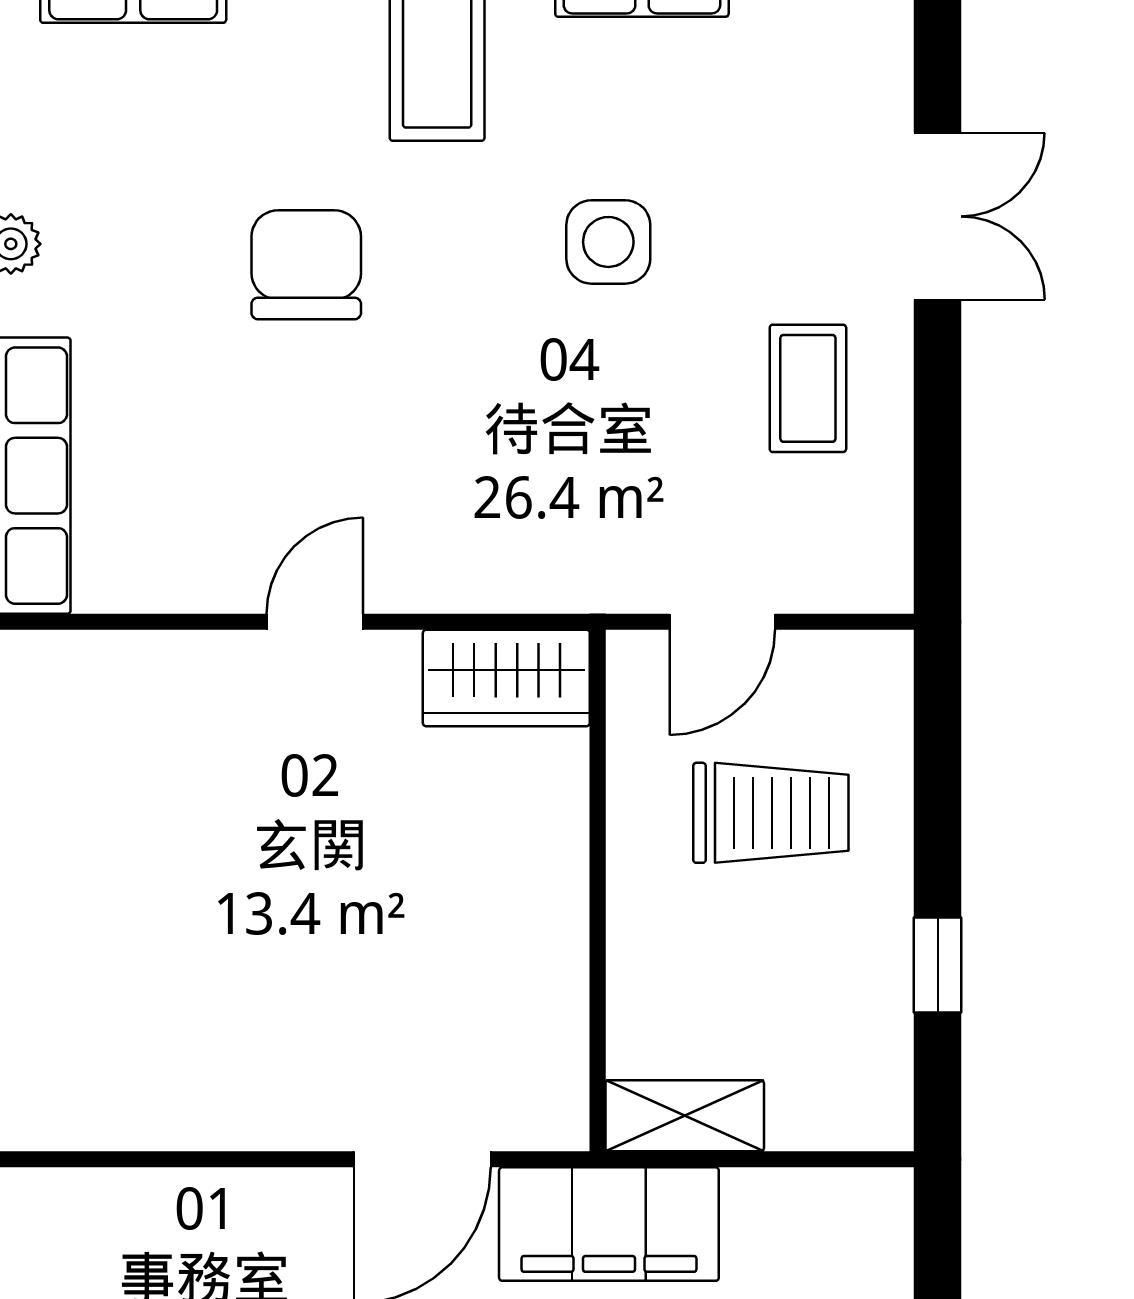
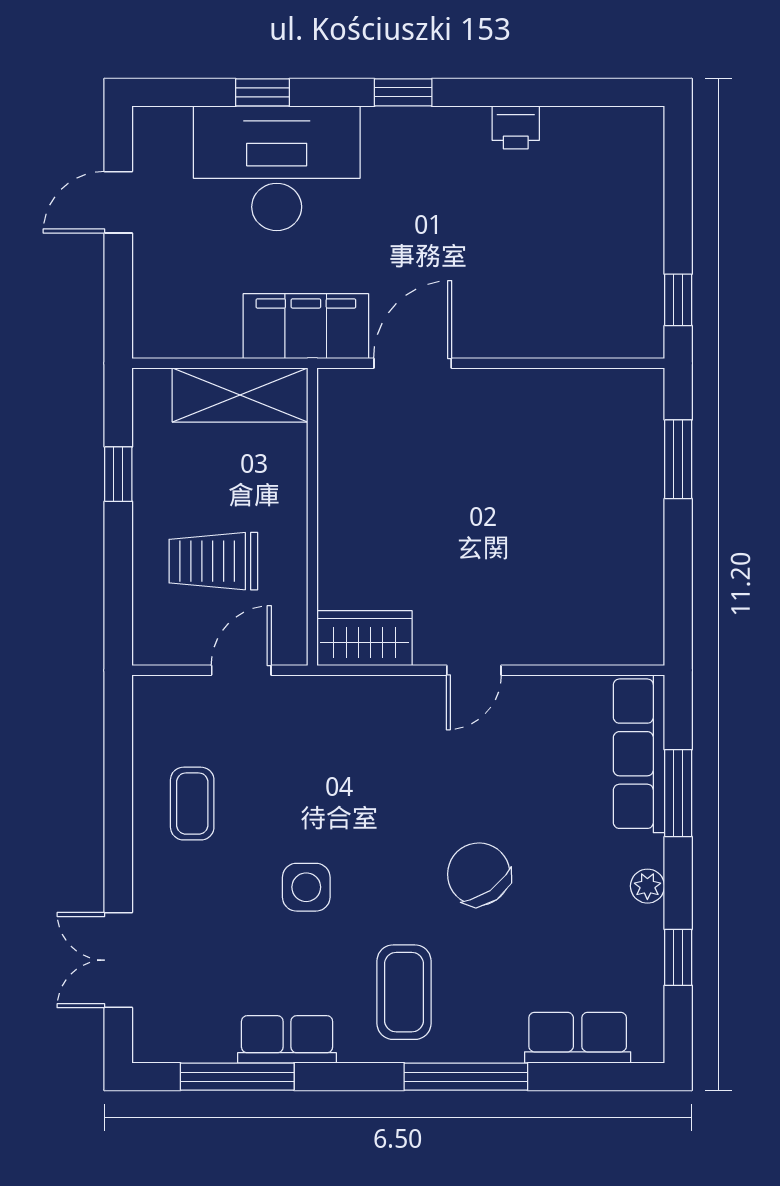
double door: (938, 216) -> (118, 960), moved
chair: (306, 265) -> (479, 874), turned 145
shelving: (685, 1116) -> (240, 395), width x1.50, depth x1.33

